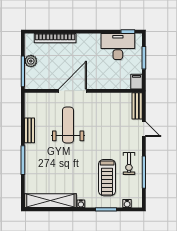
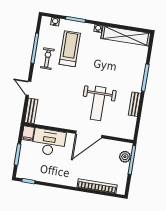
desk: (118, 47) -> (49, 142), moved, turned 180
plant: (31, 61) -> (125, 157), moved

